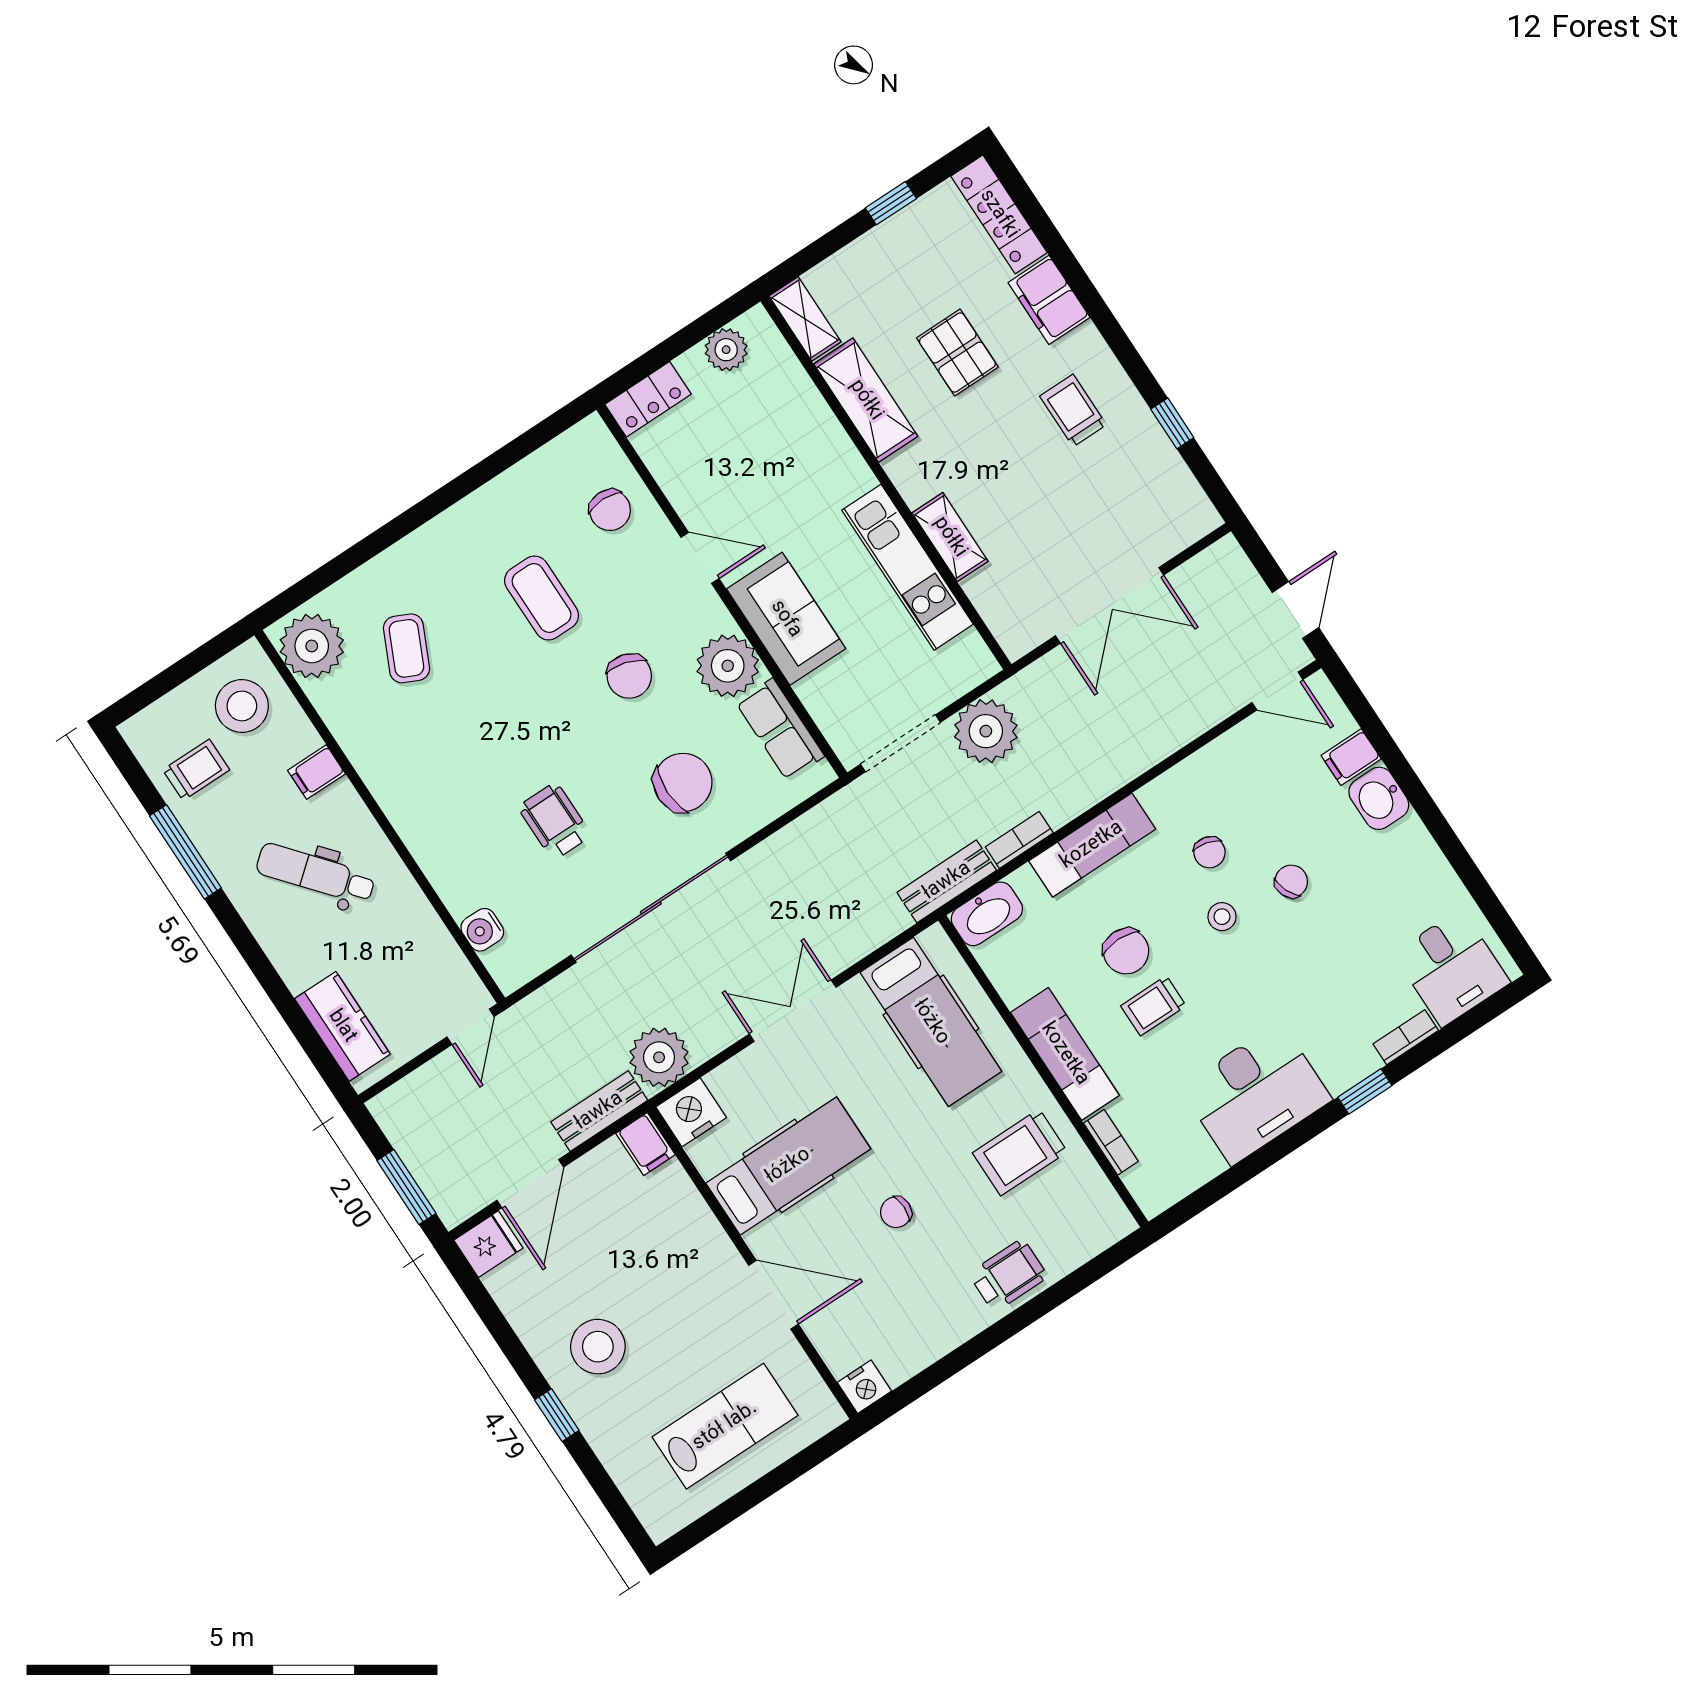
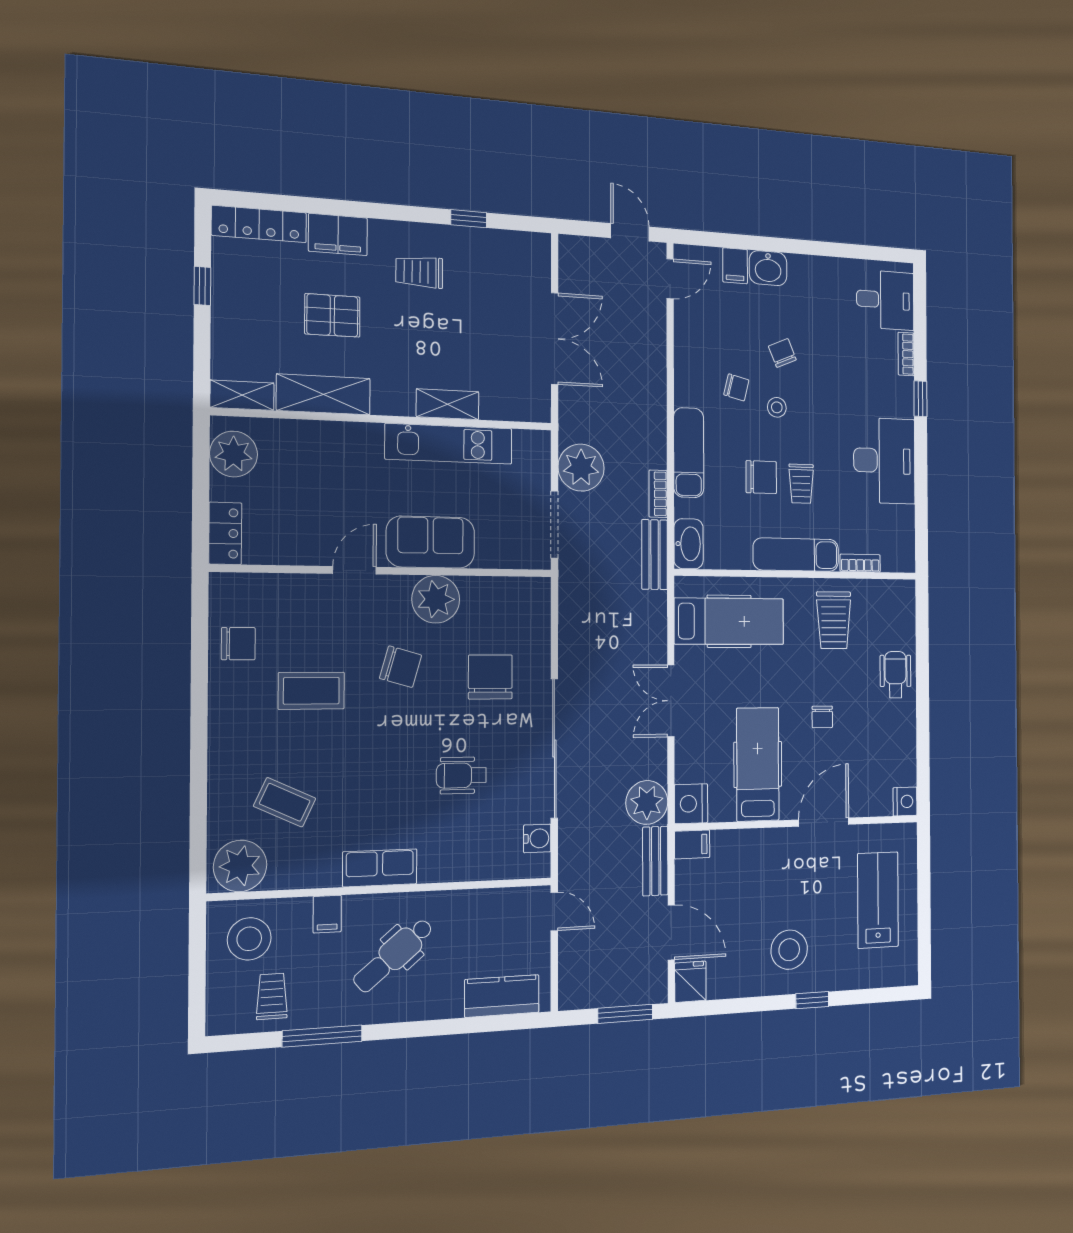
plant: (726, 350) -> (234, 454), width x1.36, depth x1.36
chair: (610, 510) -> (238, 644), moved
row of seats: (780, 729) -> (380, 868), moved, turned 180
water cooler: (482, 930) -> (537, 838), moved, turned -90

